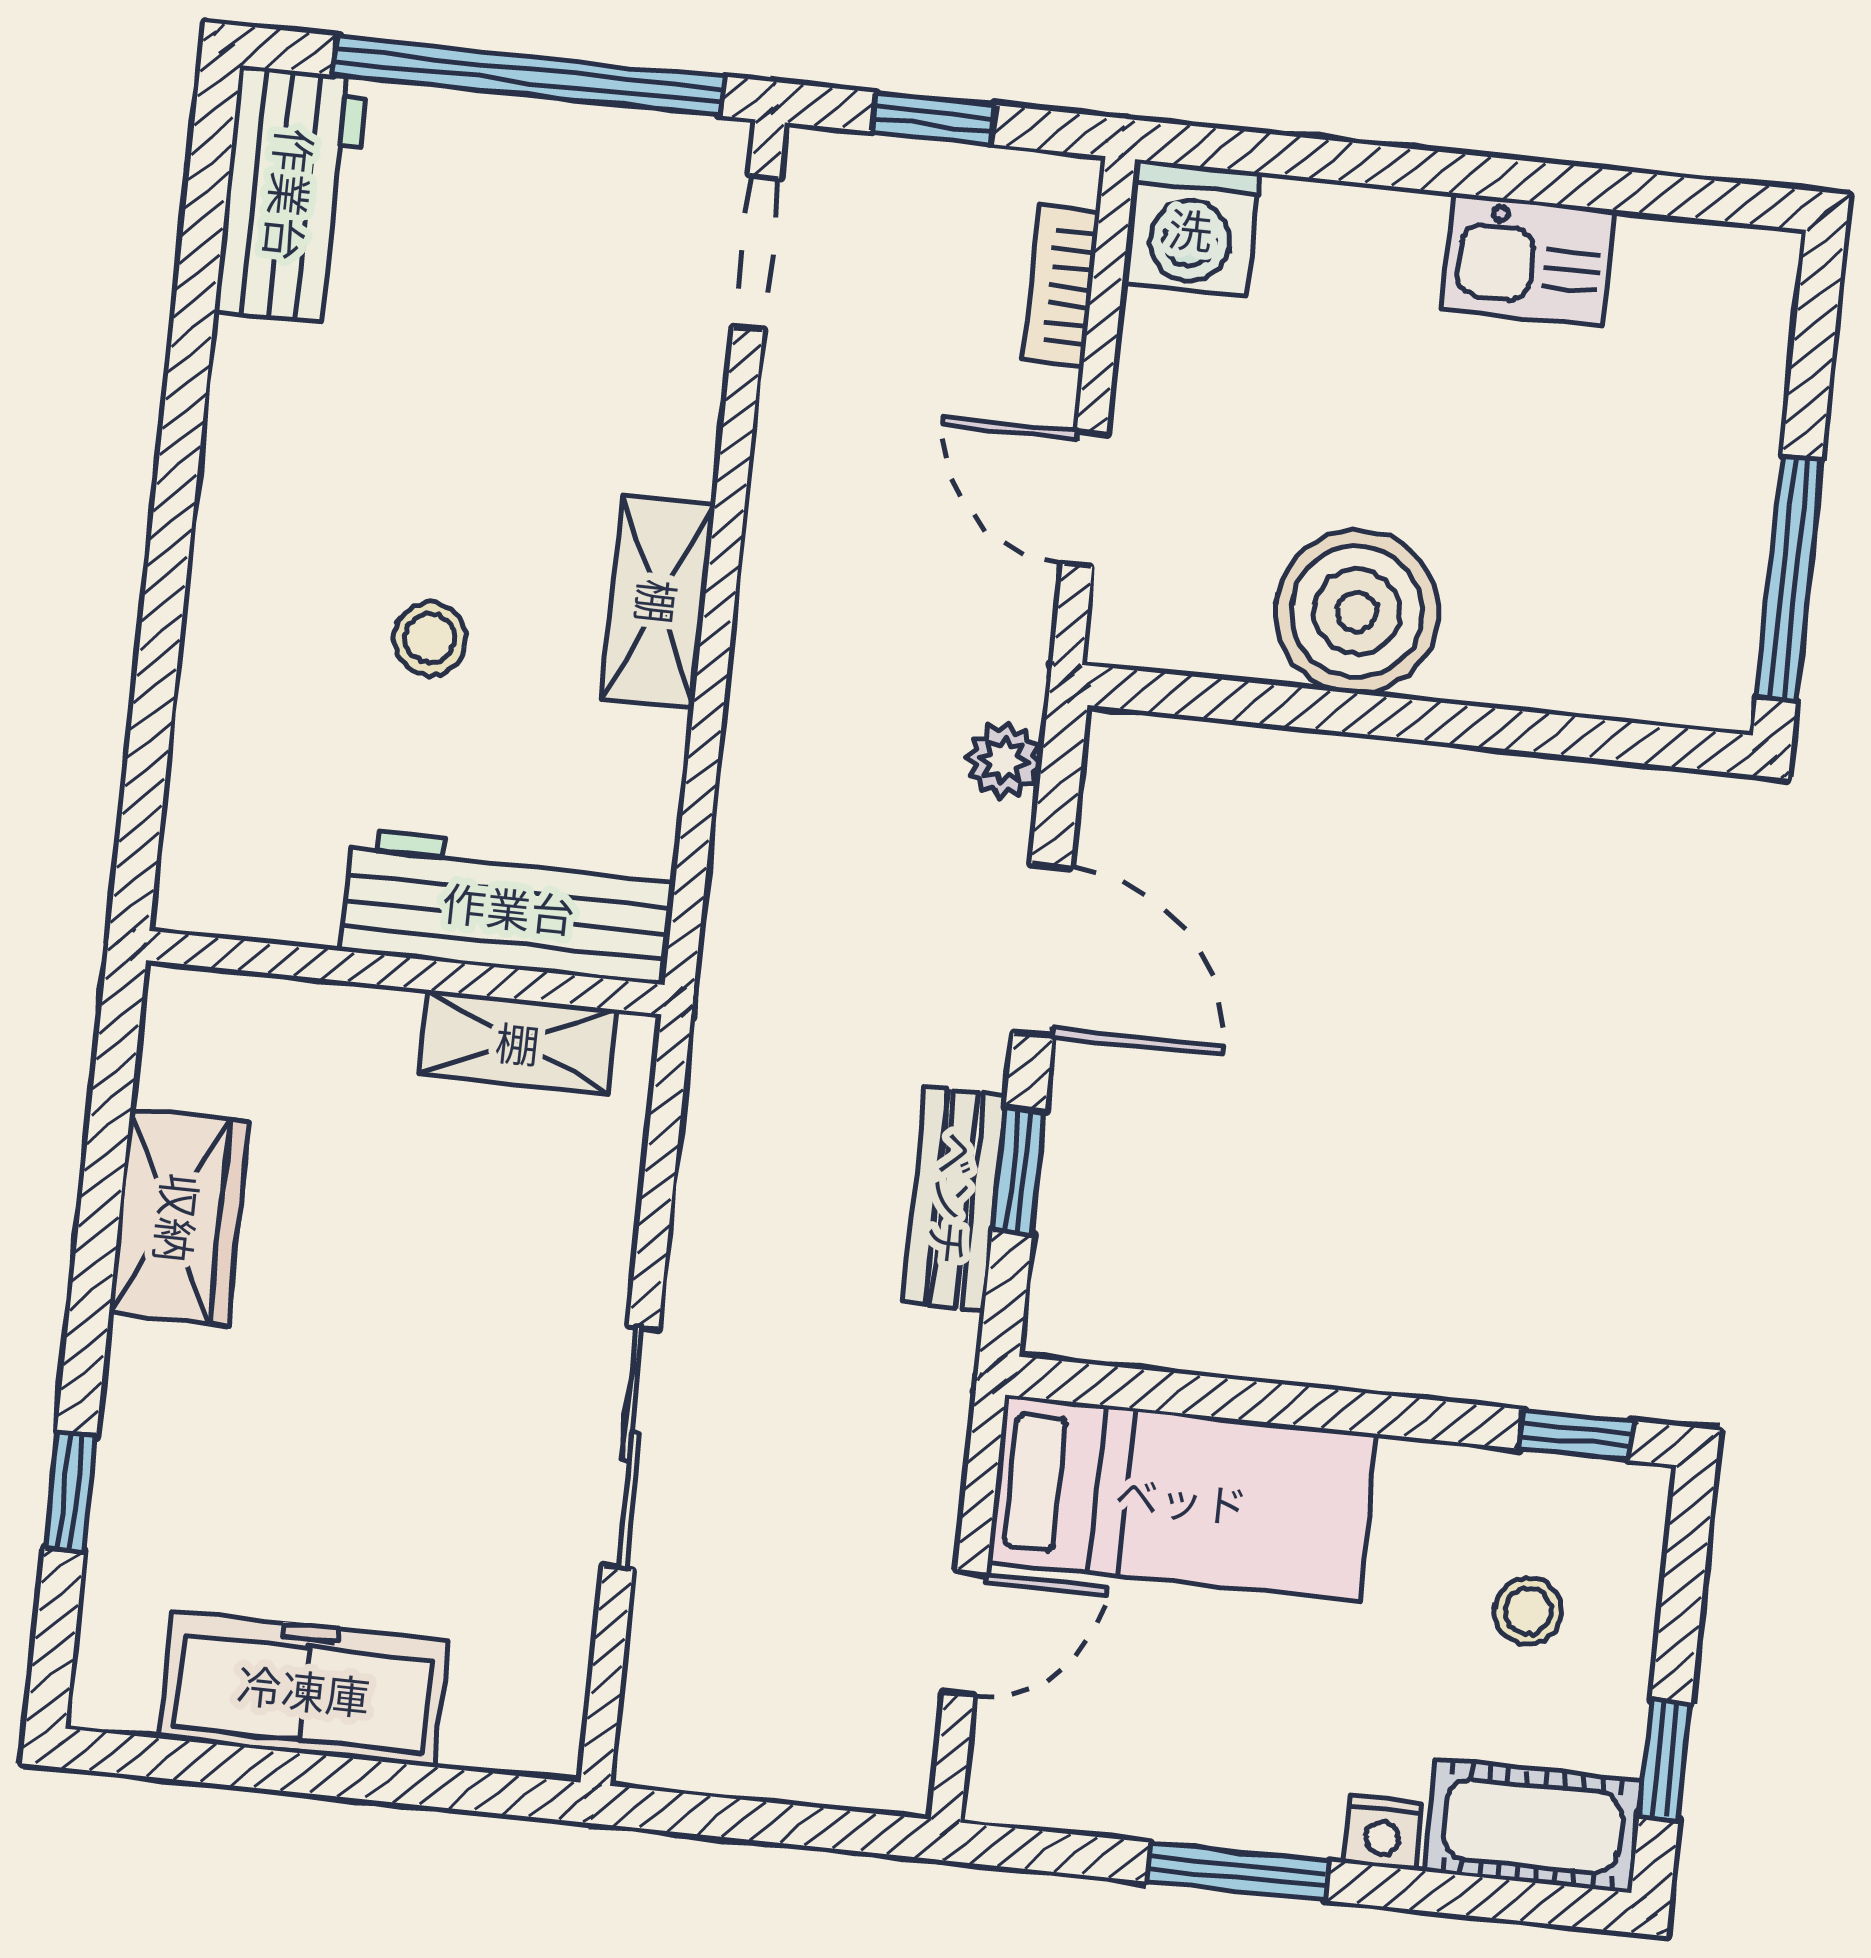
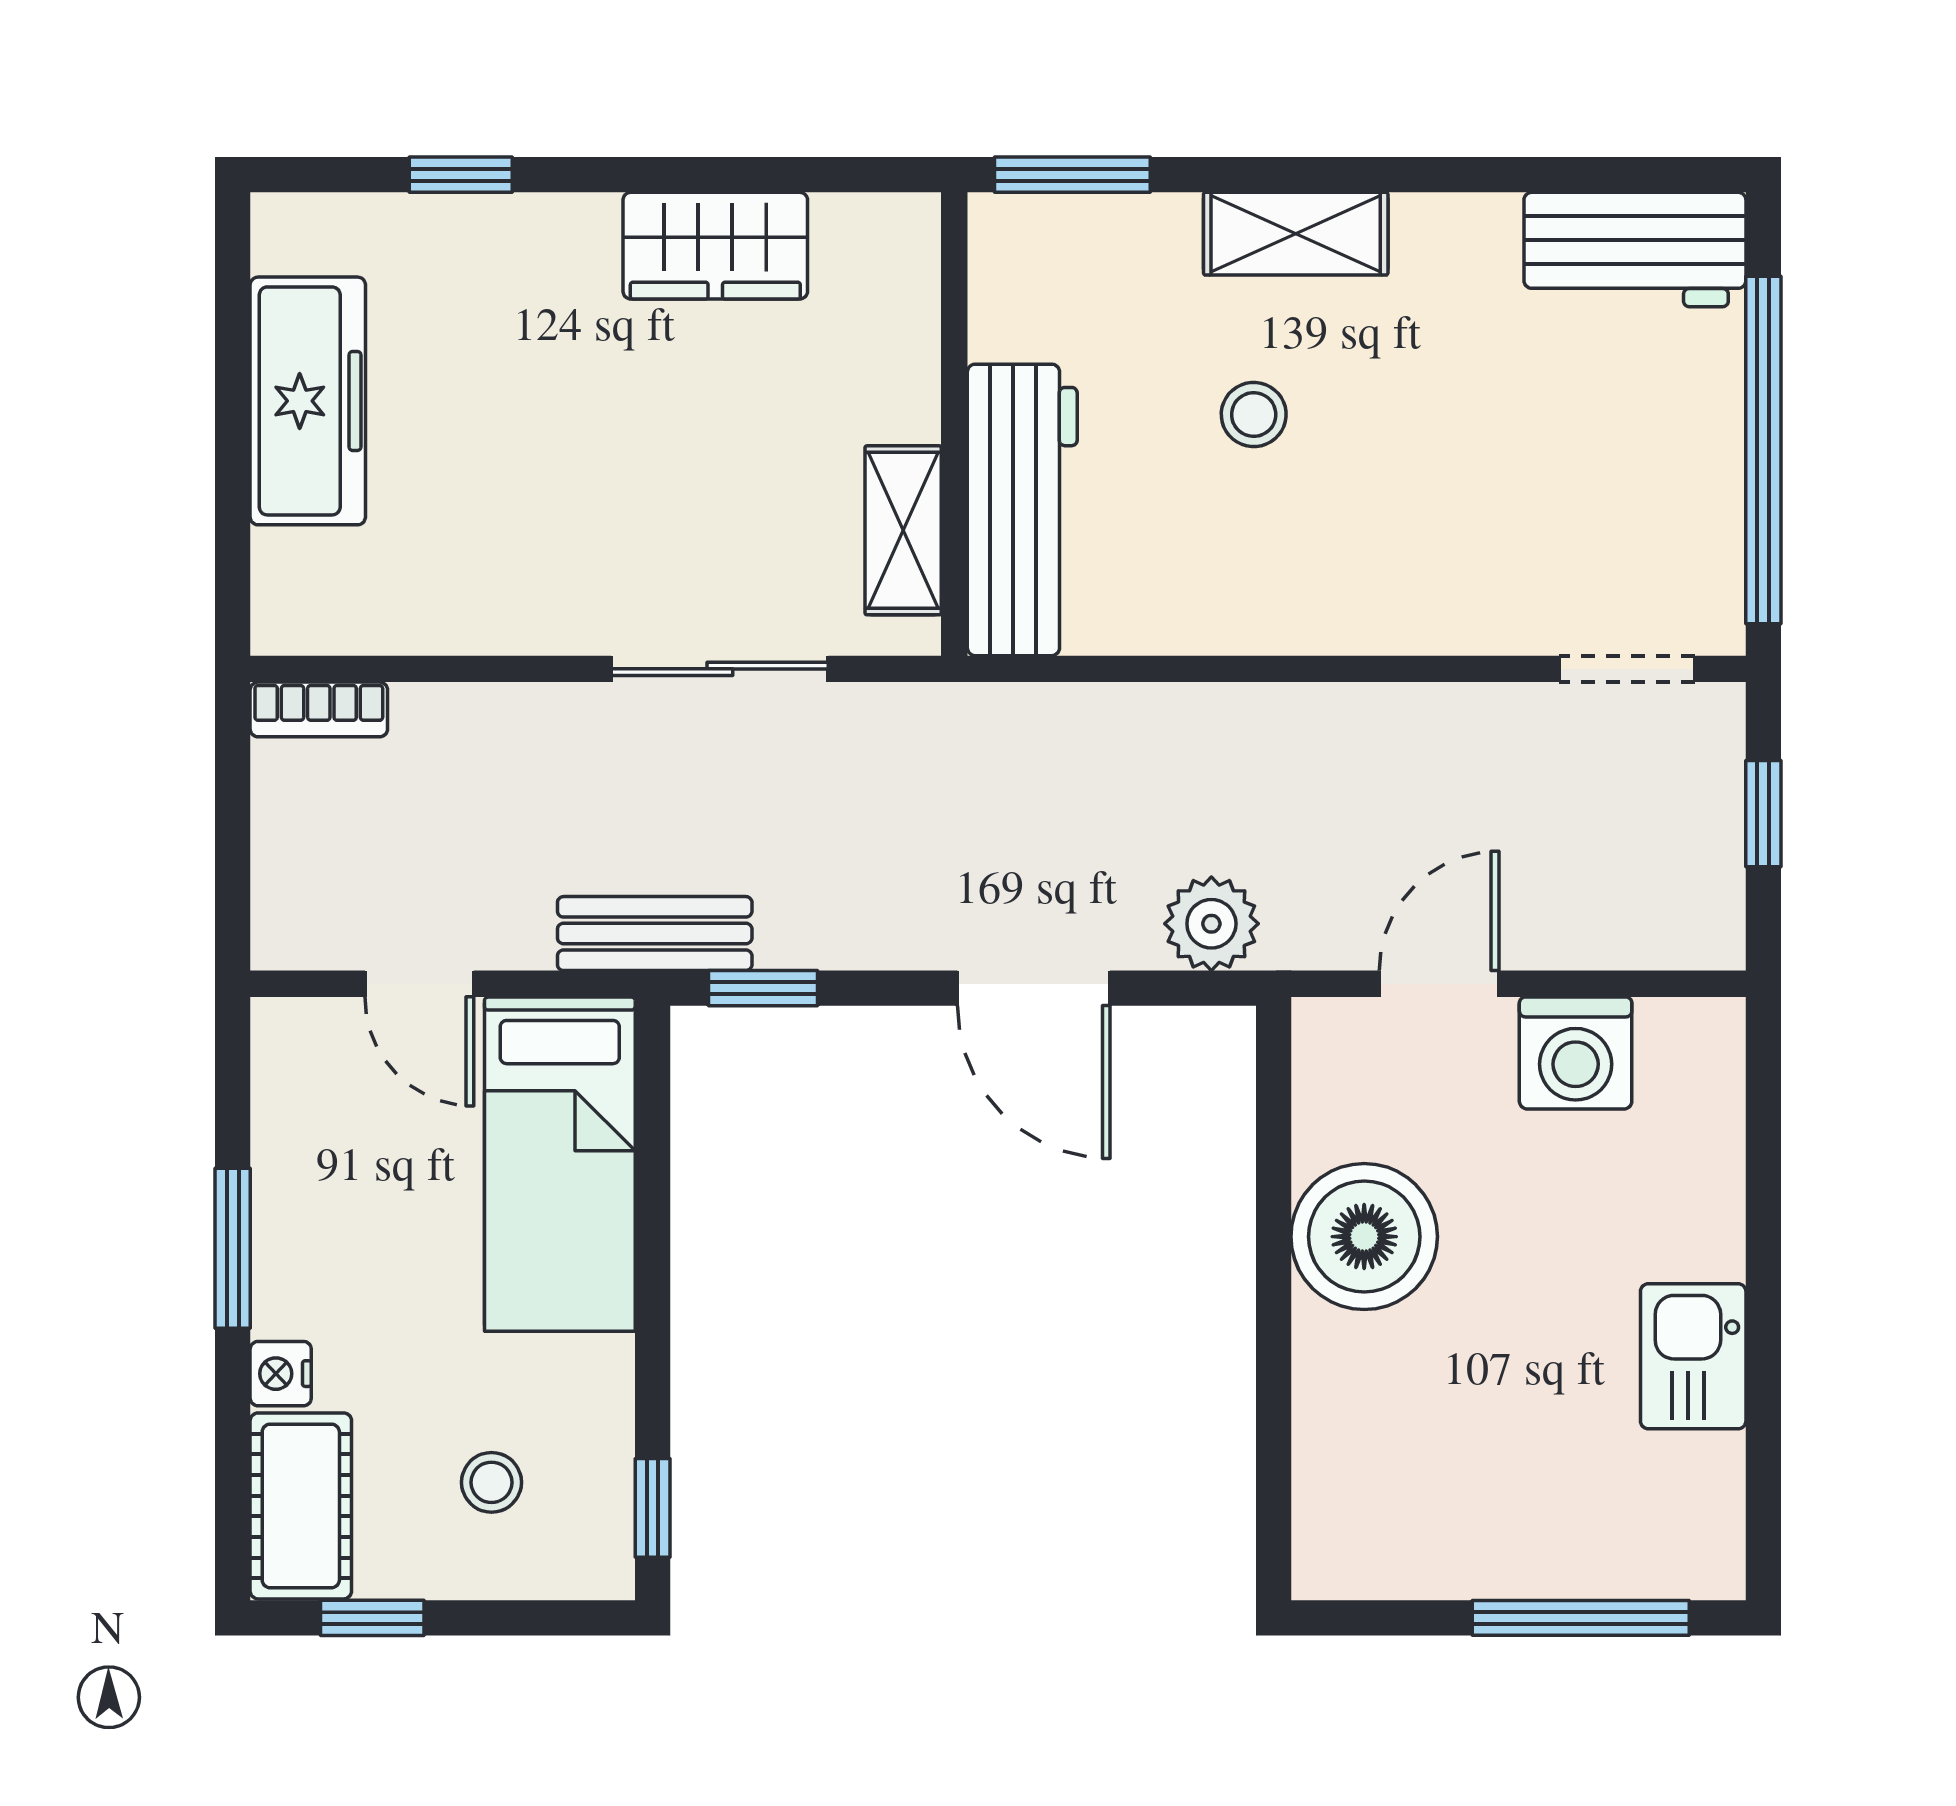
washing machine: (1191, 228) -> (1576, 1053), moved, turned -90
bookcase: (1061, 286) -> (319, 709), moved, turned 180
window: (1789, 578) -> (1581, 1618), moved
shelving: (658, 602) -> (1296, 234), moved
plant: (1004, 761) -> (1211, 924), width x1.38, depth x1.38
window: (142, 812) -> (1072, 175), added
door: (1042, 950) -> (1034, 988), hinge flipped
window: (1019, 1171) -> (763, 988), moved
bench: (954, 1199) -> (655, 934), moved
sliding door: (631, 1447) -> (720, 669), moved

